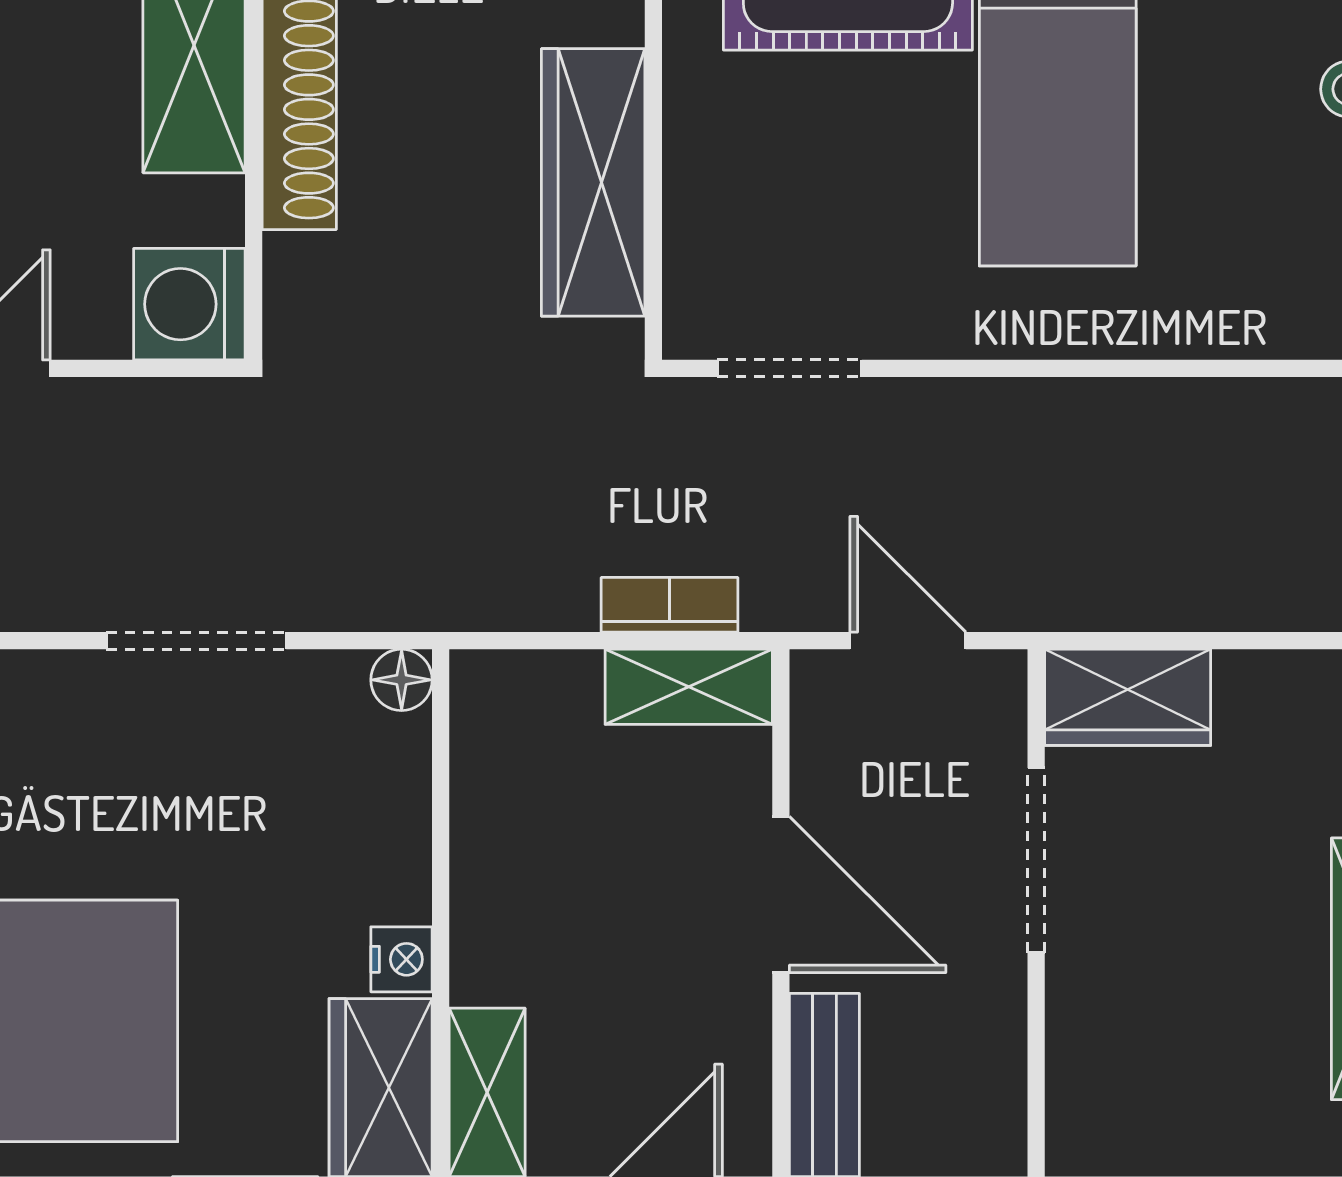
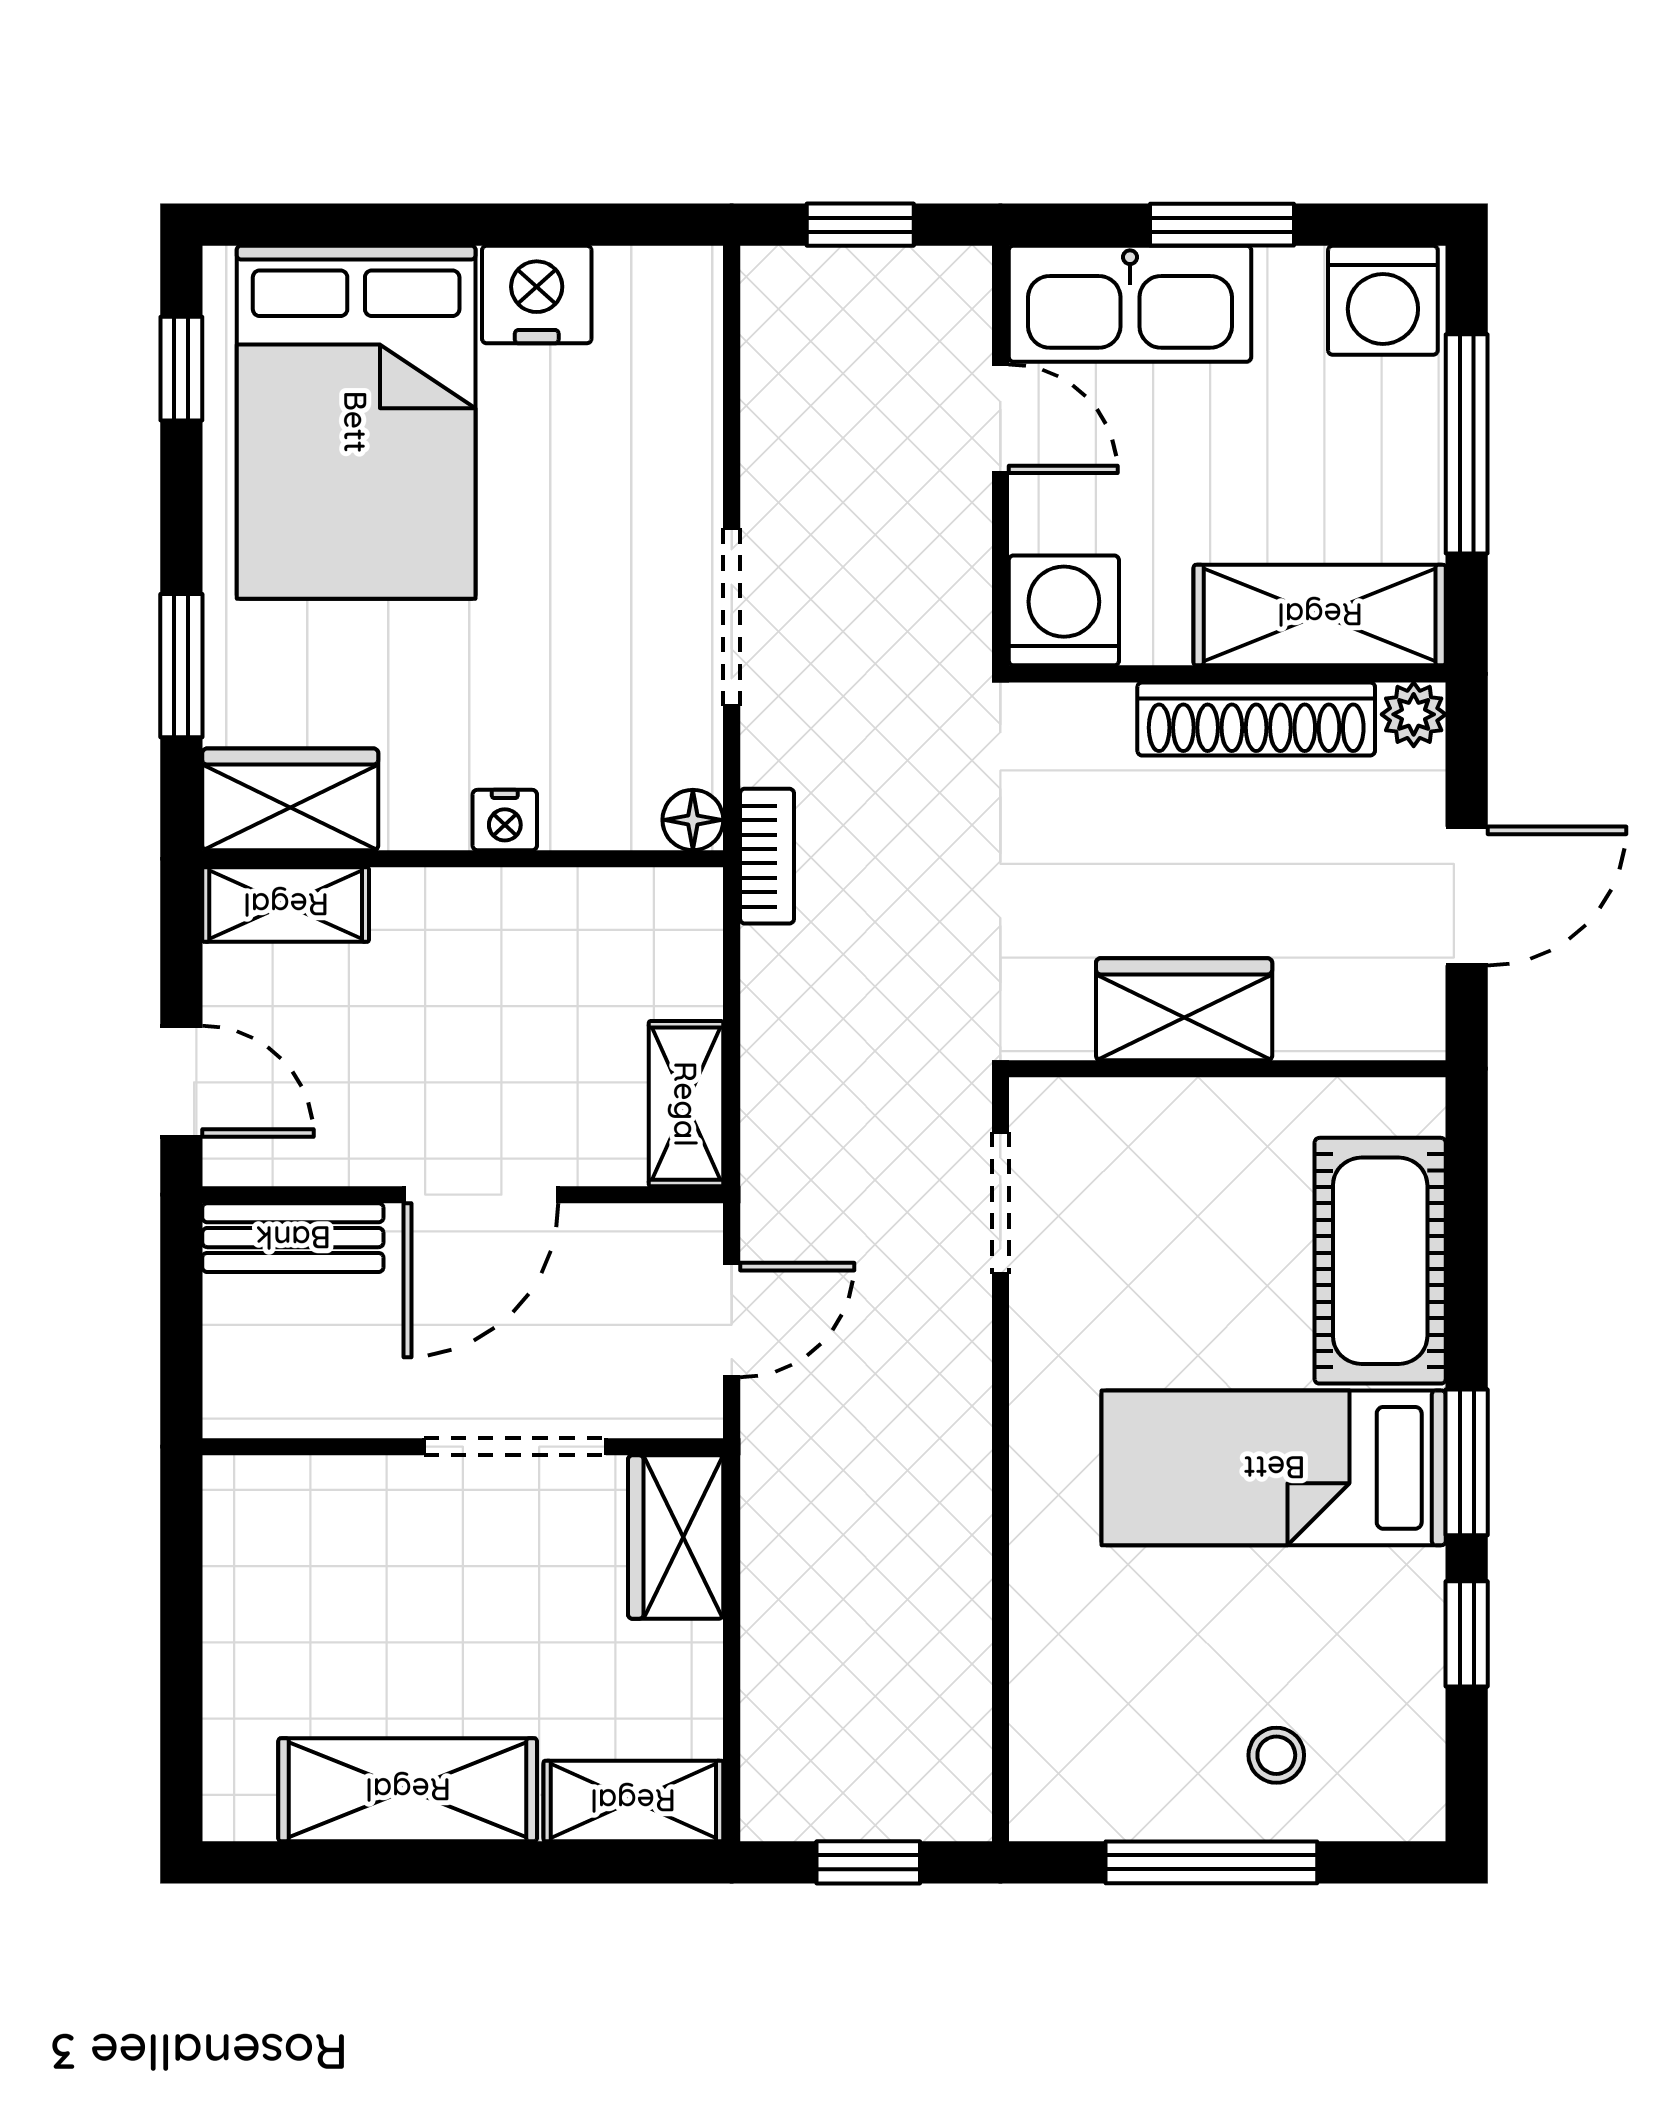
wardrobe: (593, 182) -> (1184, 1009), width x0.67
bookcase: (669, 605) -> (767, 856), moved
nightstand: (402, 959) -> (505, 820), moved

